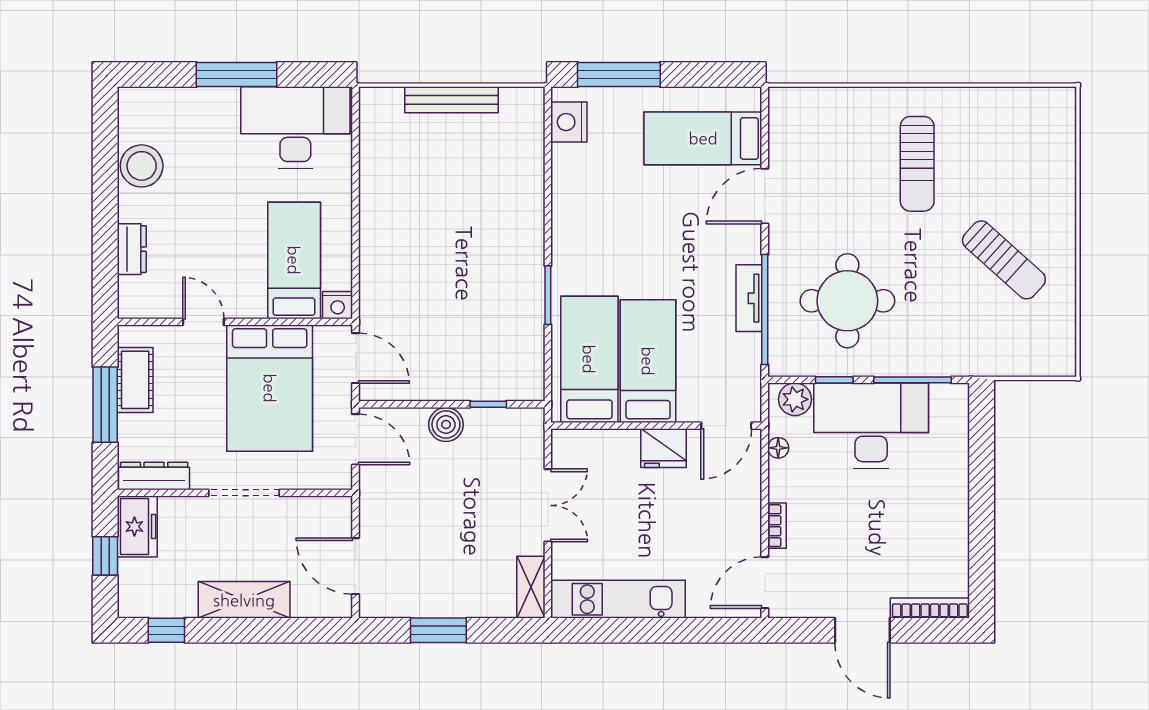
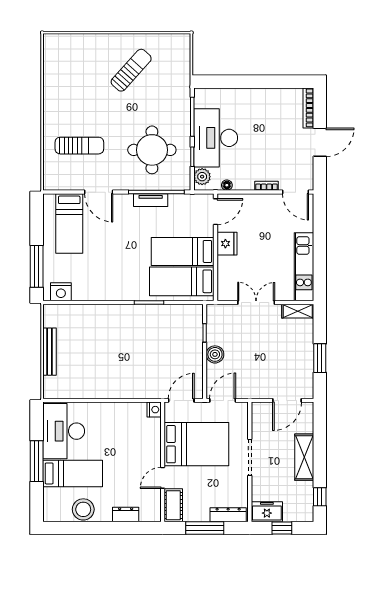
sun lounger: (917, 164) -> (79, 146), moved
bed: (294, 260) -> (73, 473), moved, turned 180
cot: (135, 380) -> (173, 505), moved, turned 90
door: (726, 426) -> (216, 212), hinge flipped
dresser: (154, 476) -> (228, 515), moved, turned 90

